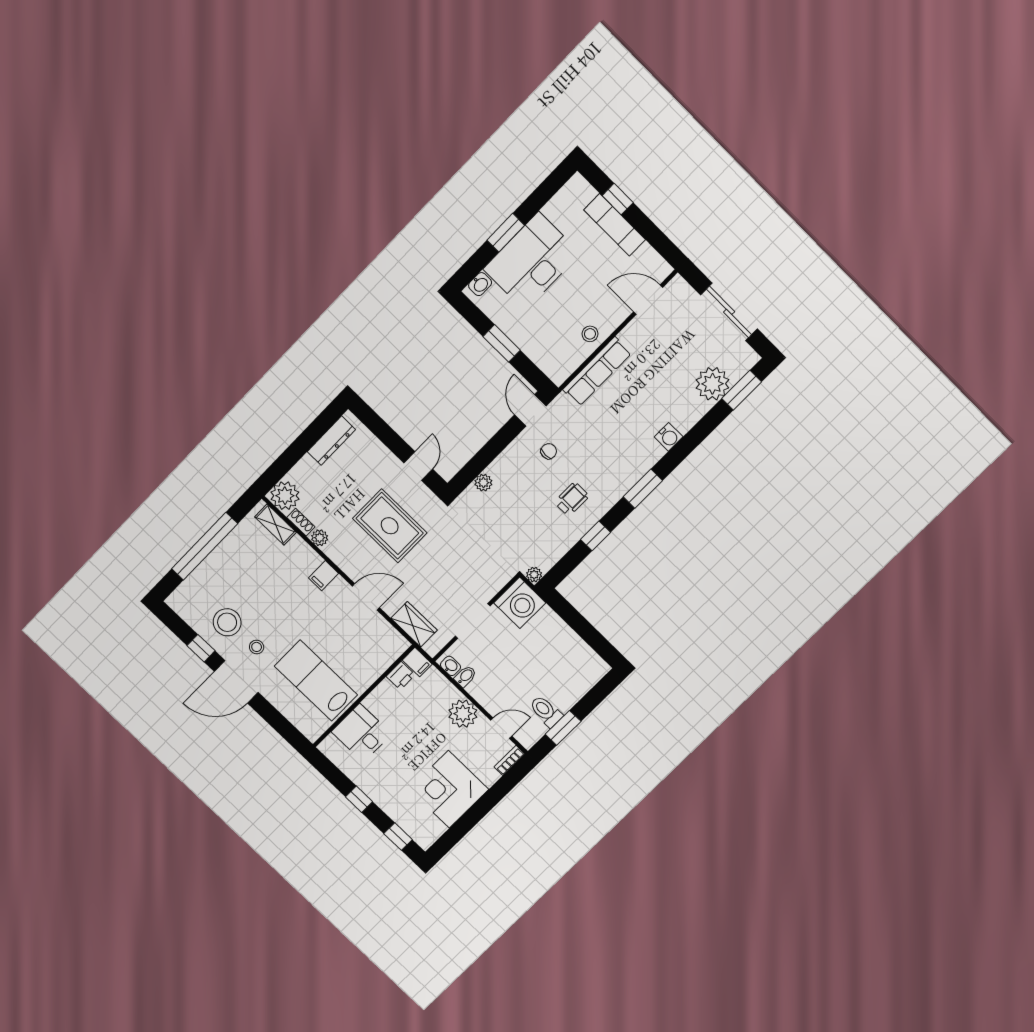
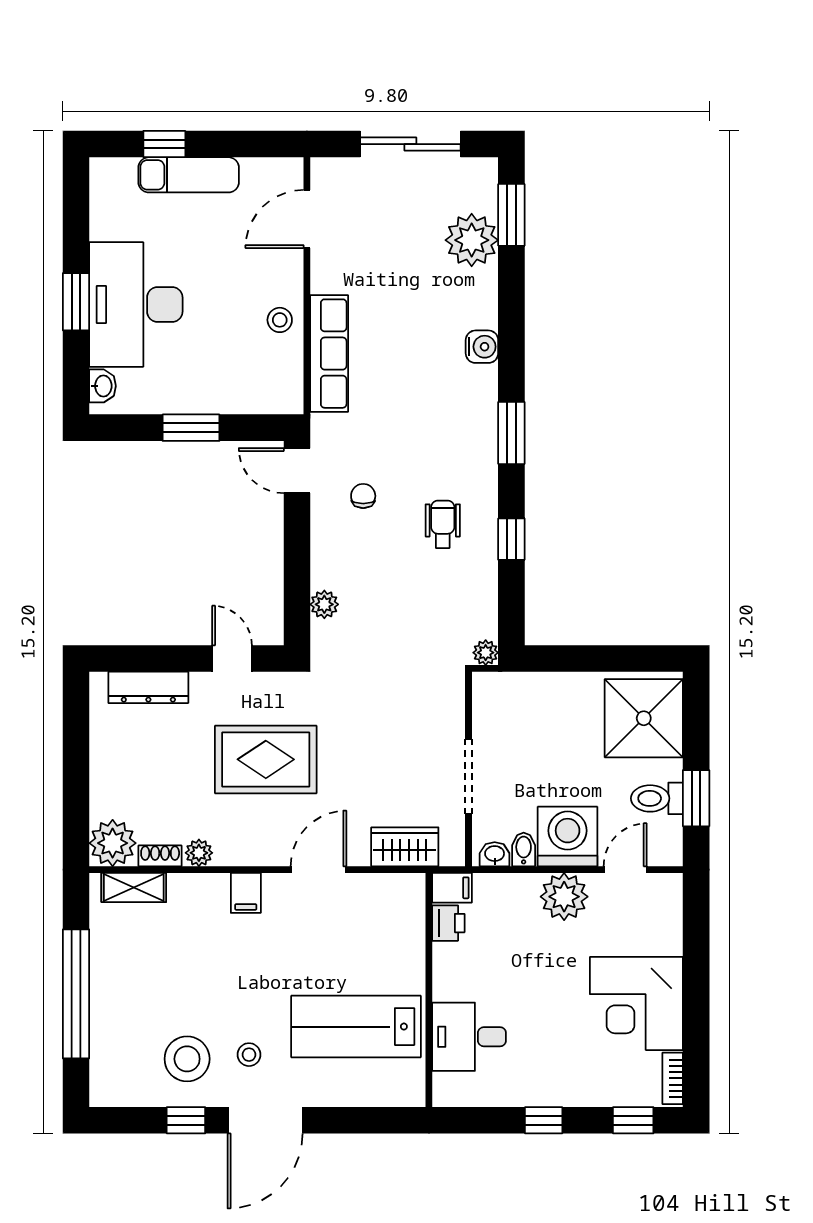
dresser: (331, 441) -> (148, 687), moved, turned 90
washing machine: (520, 603) -> (568, 837), moved, turned -90
shower: (575, 671) -> (644, 718), added
bookcase: (509, 760) -> (673, 1078), moved

